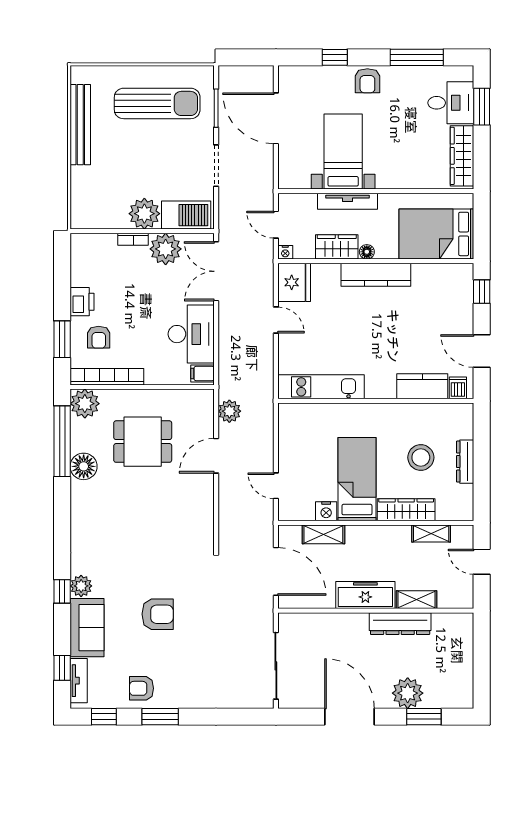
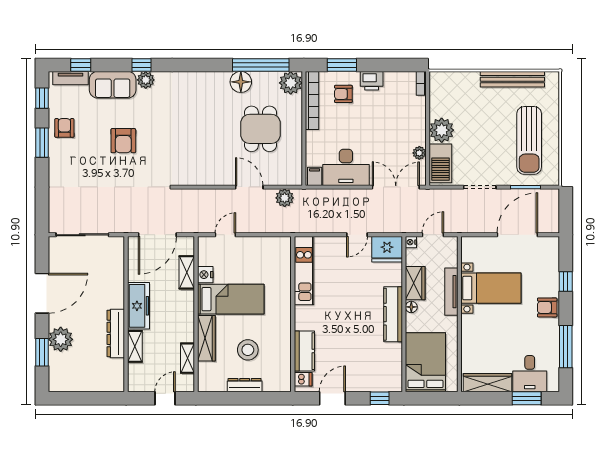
bookcase: (133, 239) -> (421, 83), moved
plant: (166, 249) -> (419, 153), width x0.53, depth x0.53

